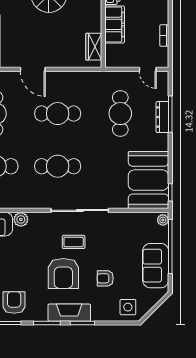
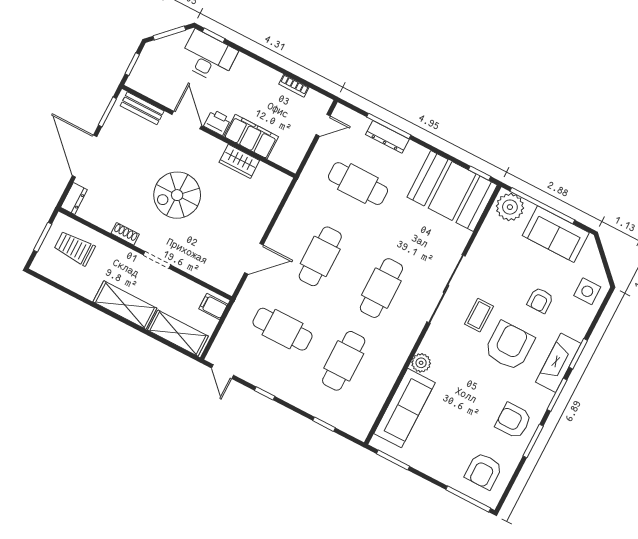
wardrobe: (94, 47) -> (239, 161), moved
plant: (163, 220) -> (510, 207), width x1.88, depth x1.88
armchair: (63, 273) -> (509, 346), turned -90

